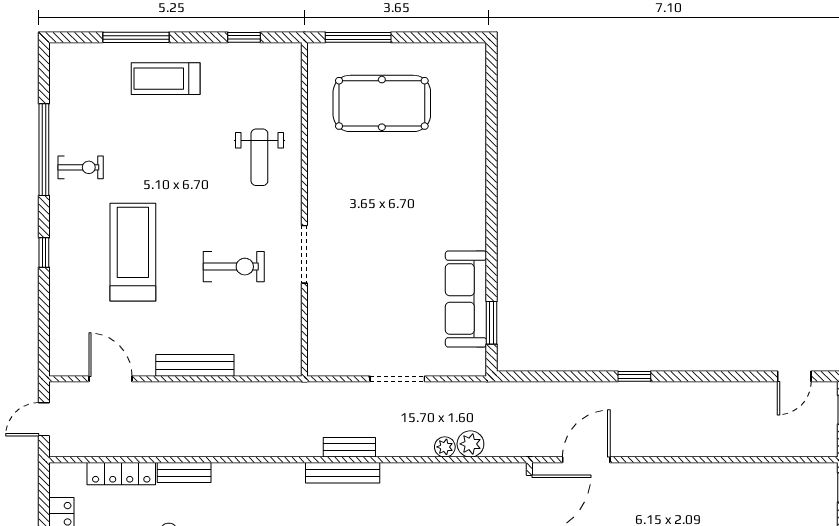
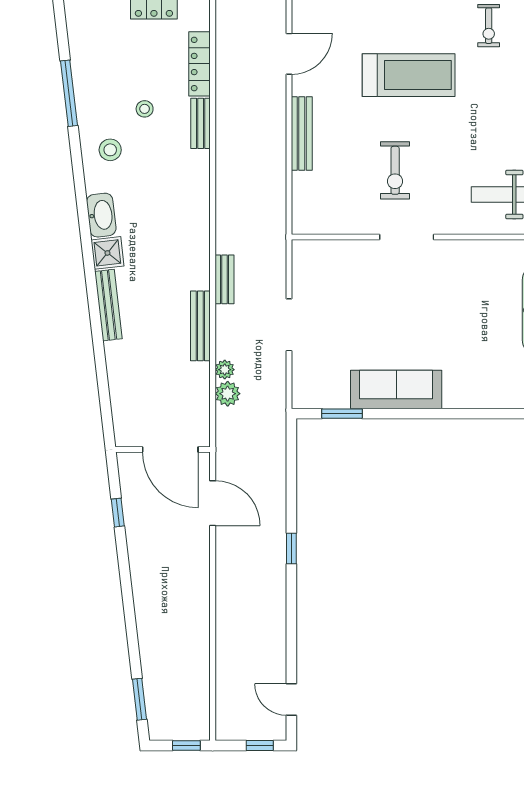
sofa: (466, 299) -> (396, 389), moved
bench: (343, 473) -> (200, 326), moved

